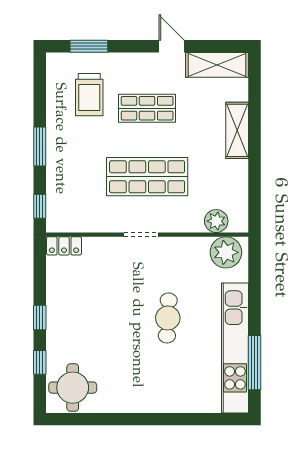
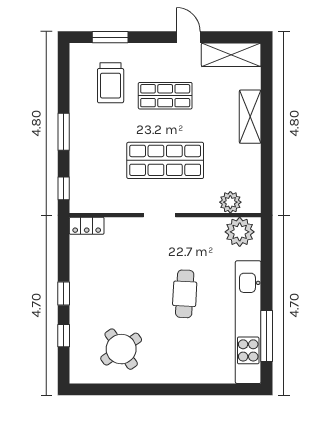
round table: (73, 388) -> (121, 349), moved, turned -35

